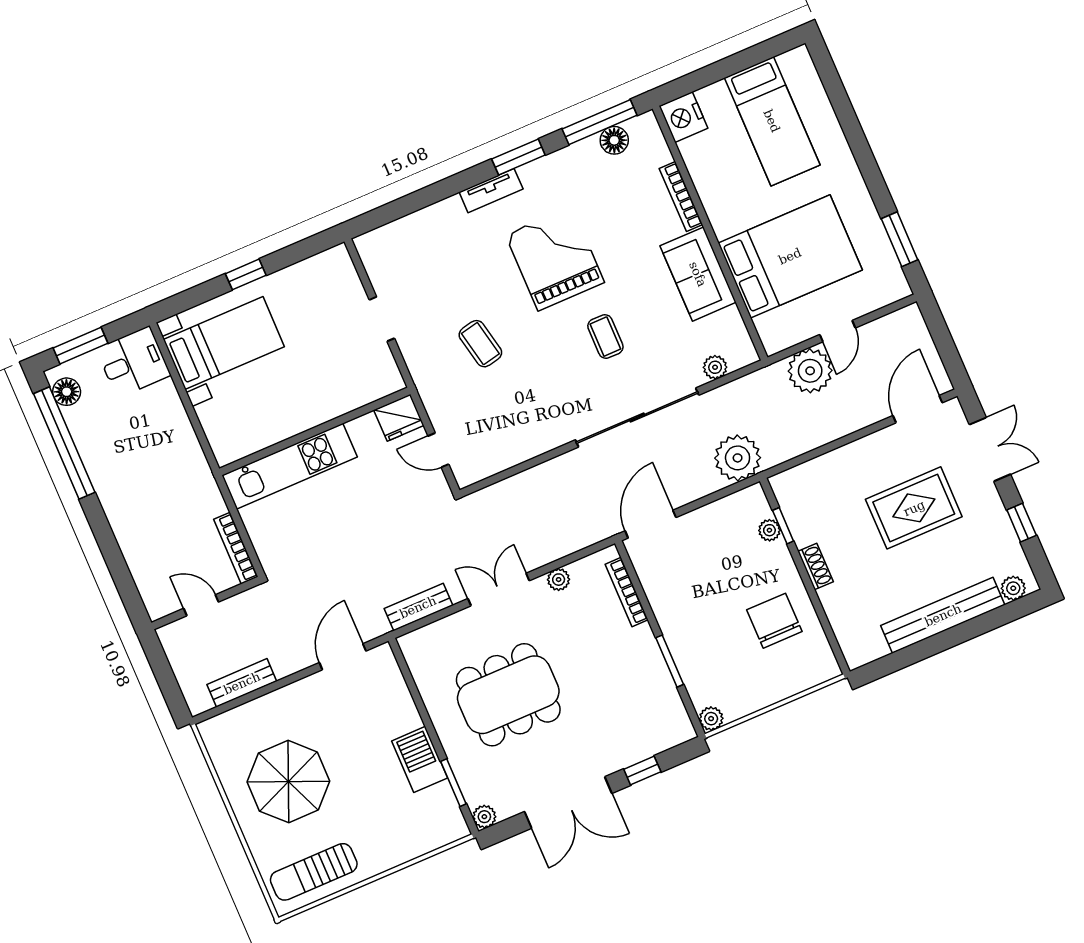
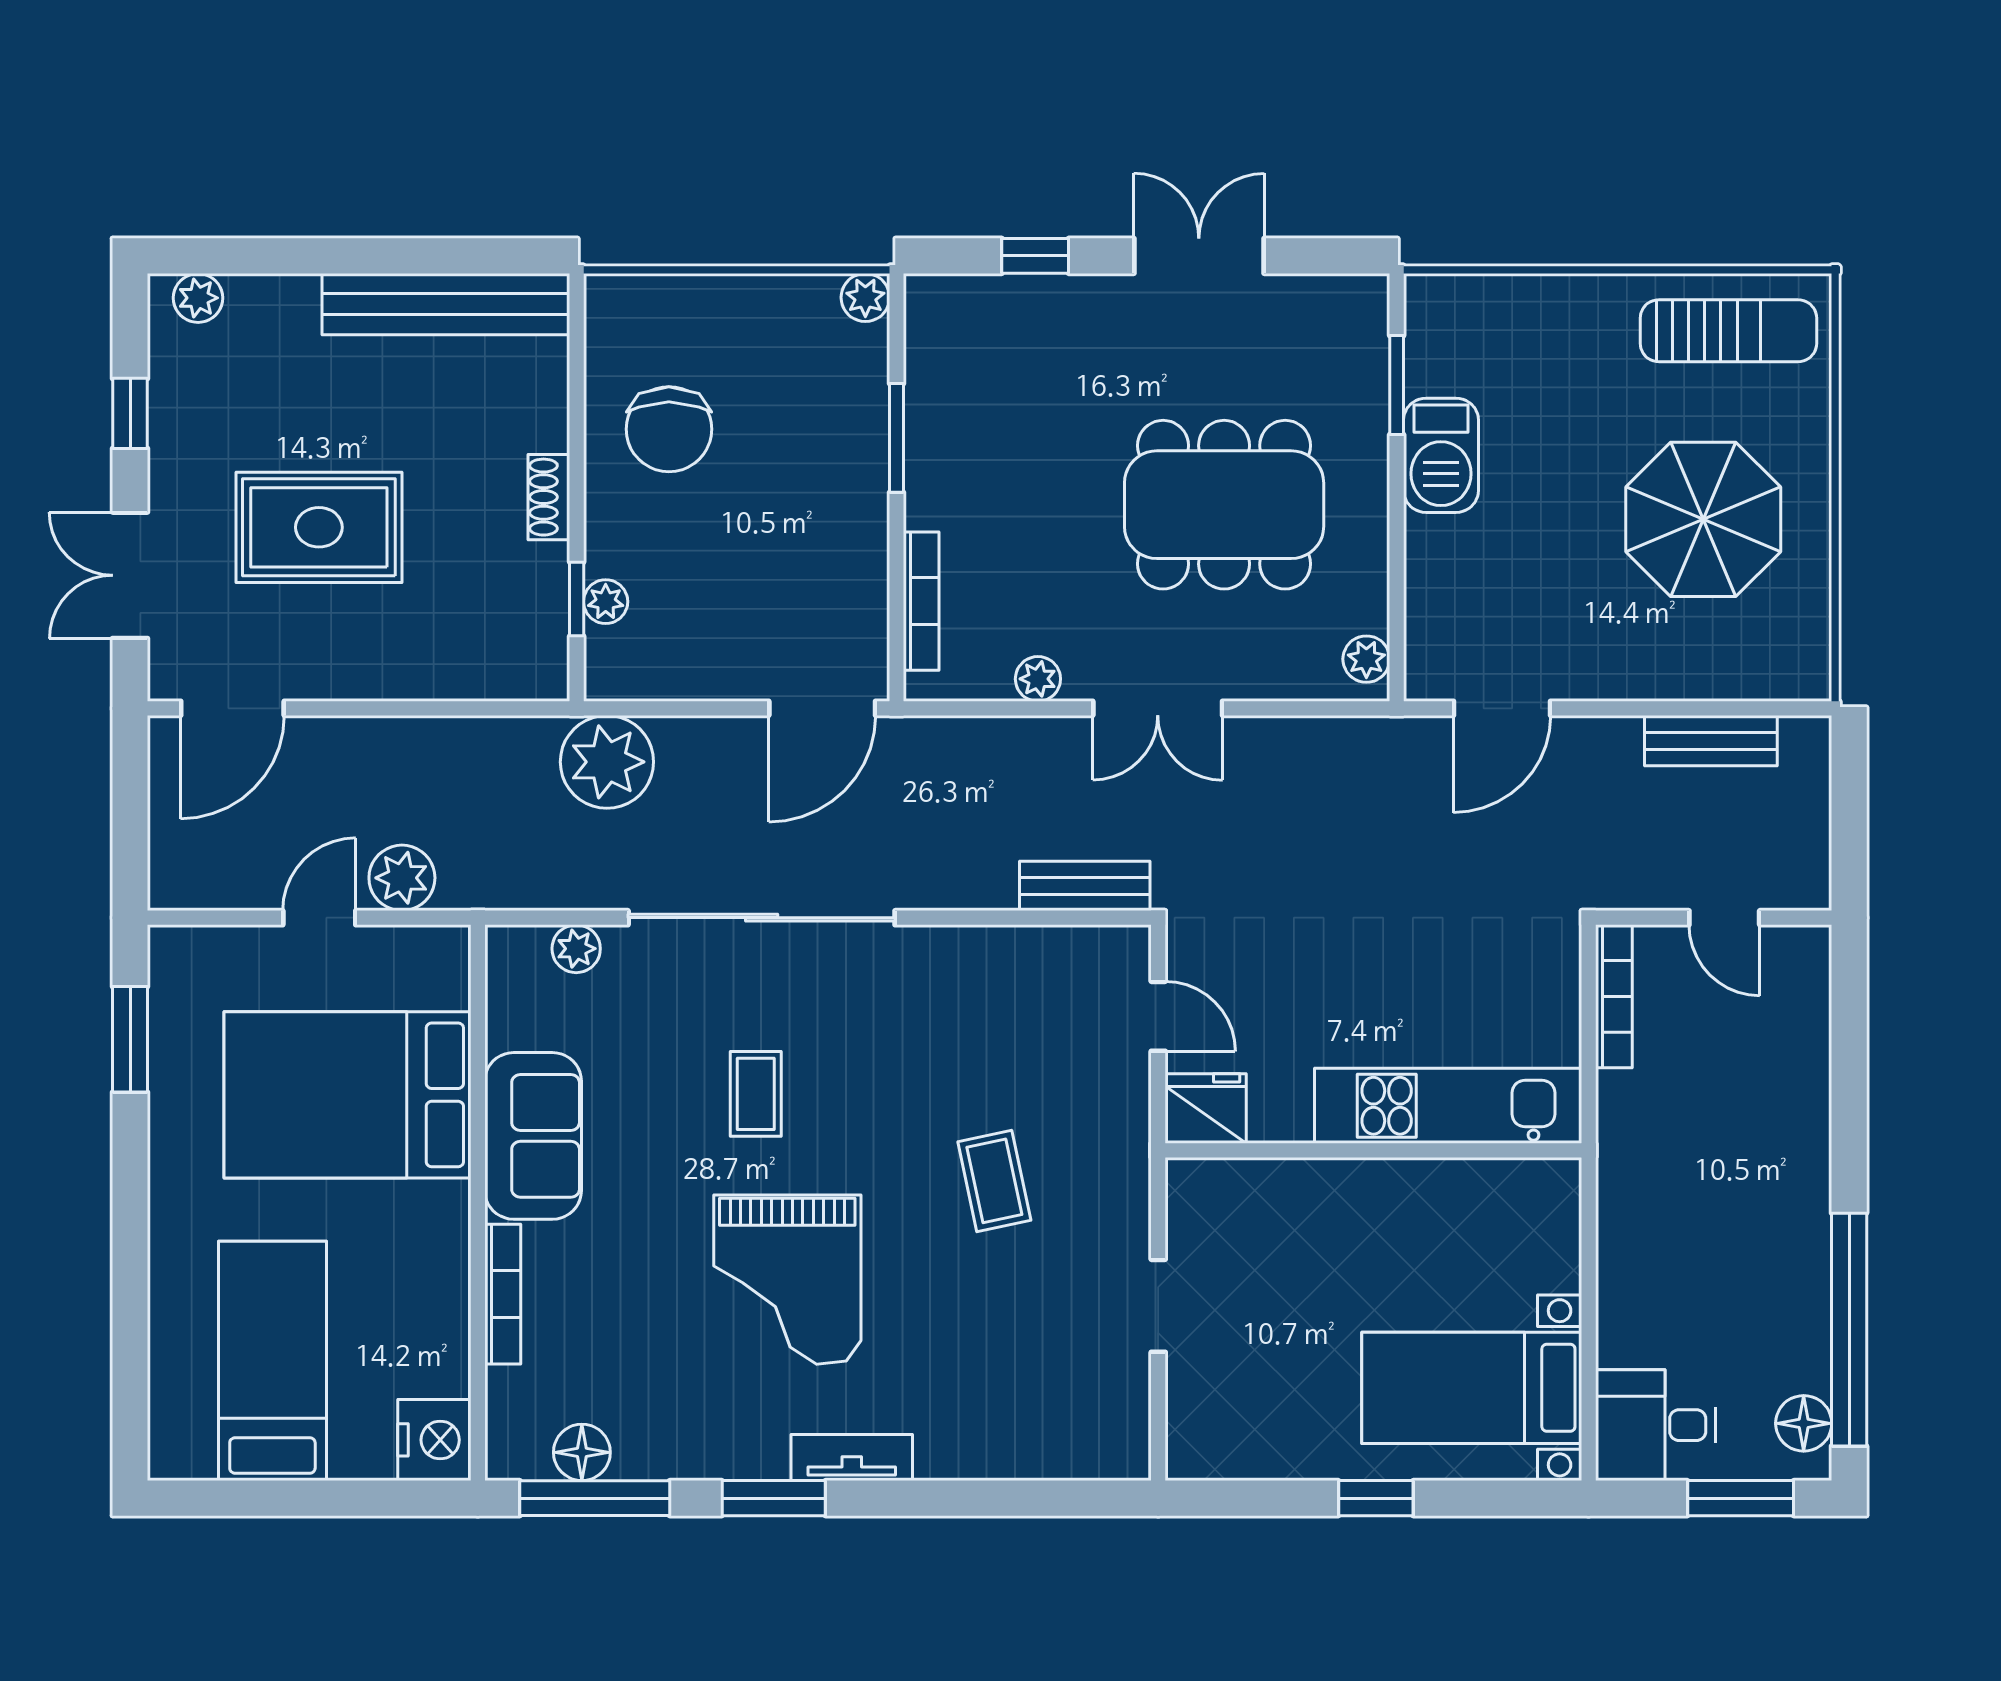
plant: (810, 371) -> (402, 878), width x0.73, depth x0.73
bench: (418, 607) -> (1085, 886), moved
bench: (943, 615) -> (446, 304), moved
double door: (568, 802) -> (1199, 256), width x0.73
plant: (484, 817) -> (1366, 659), moved

